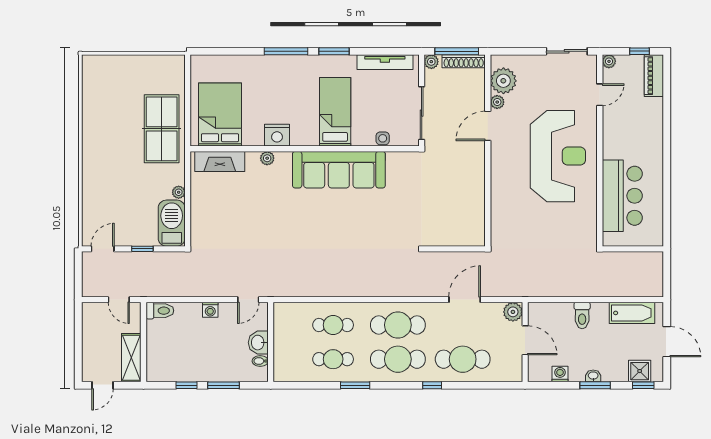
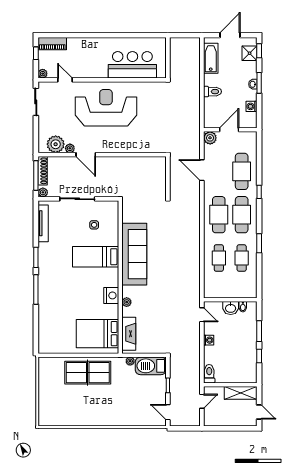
bed: (335, 112) -> (96, 257), moved
bed: (220, 115) -> (97, 334), moved
nightstand: (277, 135) -> (111, 295), moved
wall: (305, 149) -> (120, 277), moved
plant: (267, 158) -> (127, 302), moved
fireplace: (220, 162) -> (129, 334), moved
sofa: (339, 170) -> (134, 254), moved

